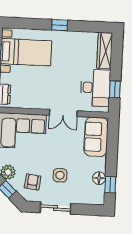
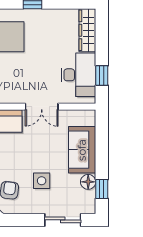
sofa: (96, 137) -> (82, 150), moved
sliding door: (55, 208) -> (63, 220), moved

